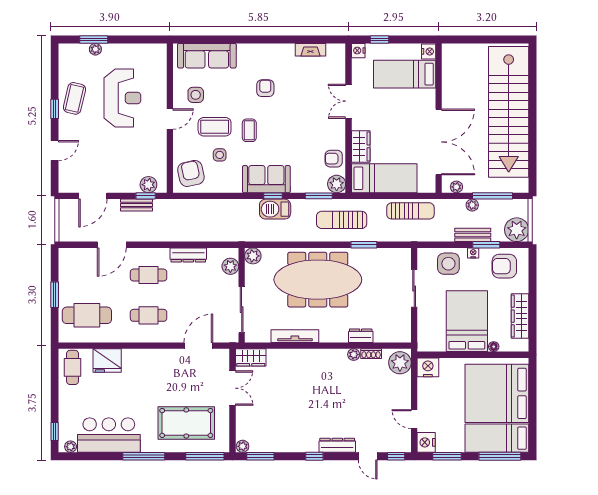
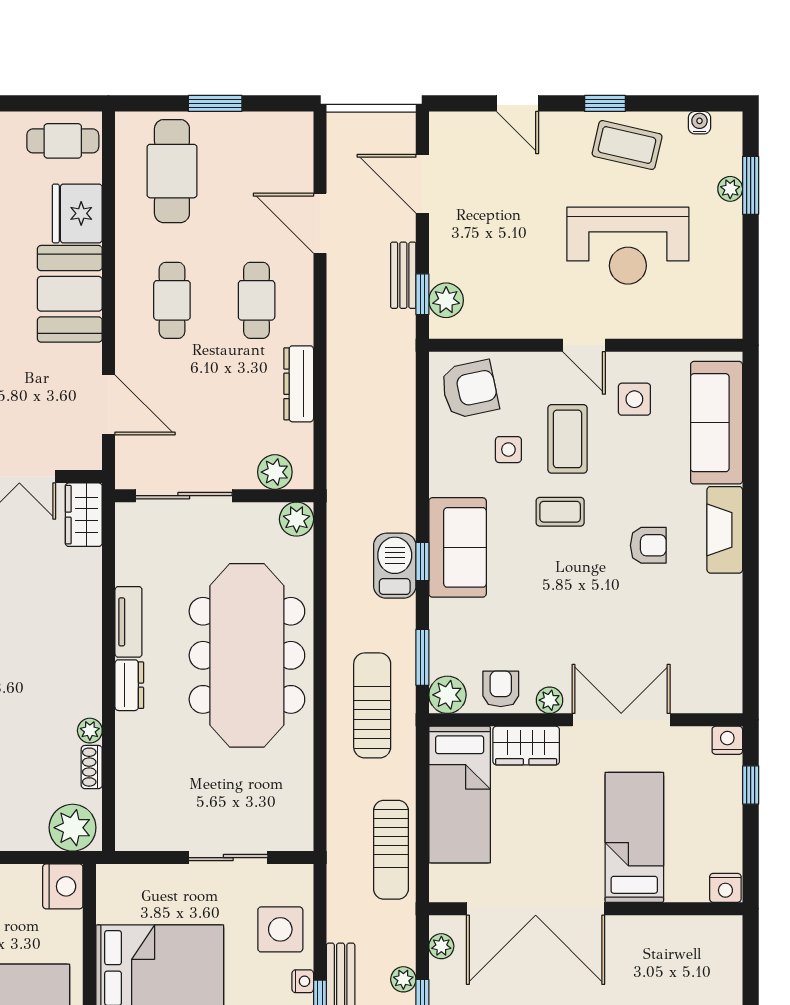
fireplace: (310, 50) -> (725, 530), moved, width x1.37, depth x1.32
water cooler: (64, 64) -> (699, 123), added
bed: (405, 74) -> (634, 837), moved
double door: (349, 101) -> (621, 720), width x1.37
plant: (339, 135) -> (550, 700), added
window: (364, 245) -> (320, 752), removed
tv unit: (295, 336) -> (128, 622), width x0.71
dresser: (361, 336) -> (129, 685), moved
booth: (145, 364) -> (70, 294), added

